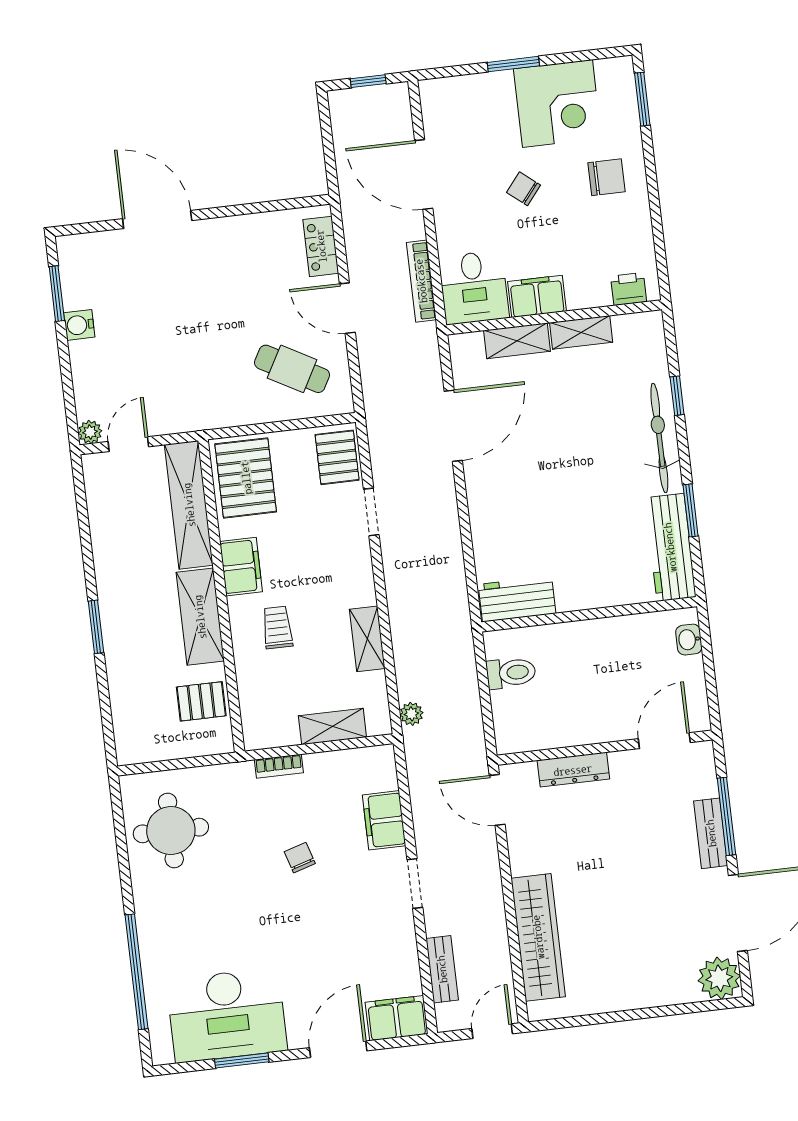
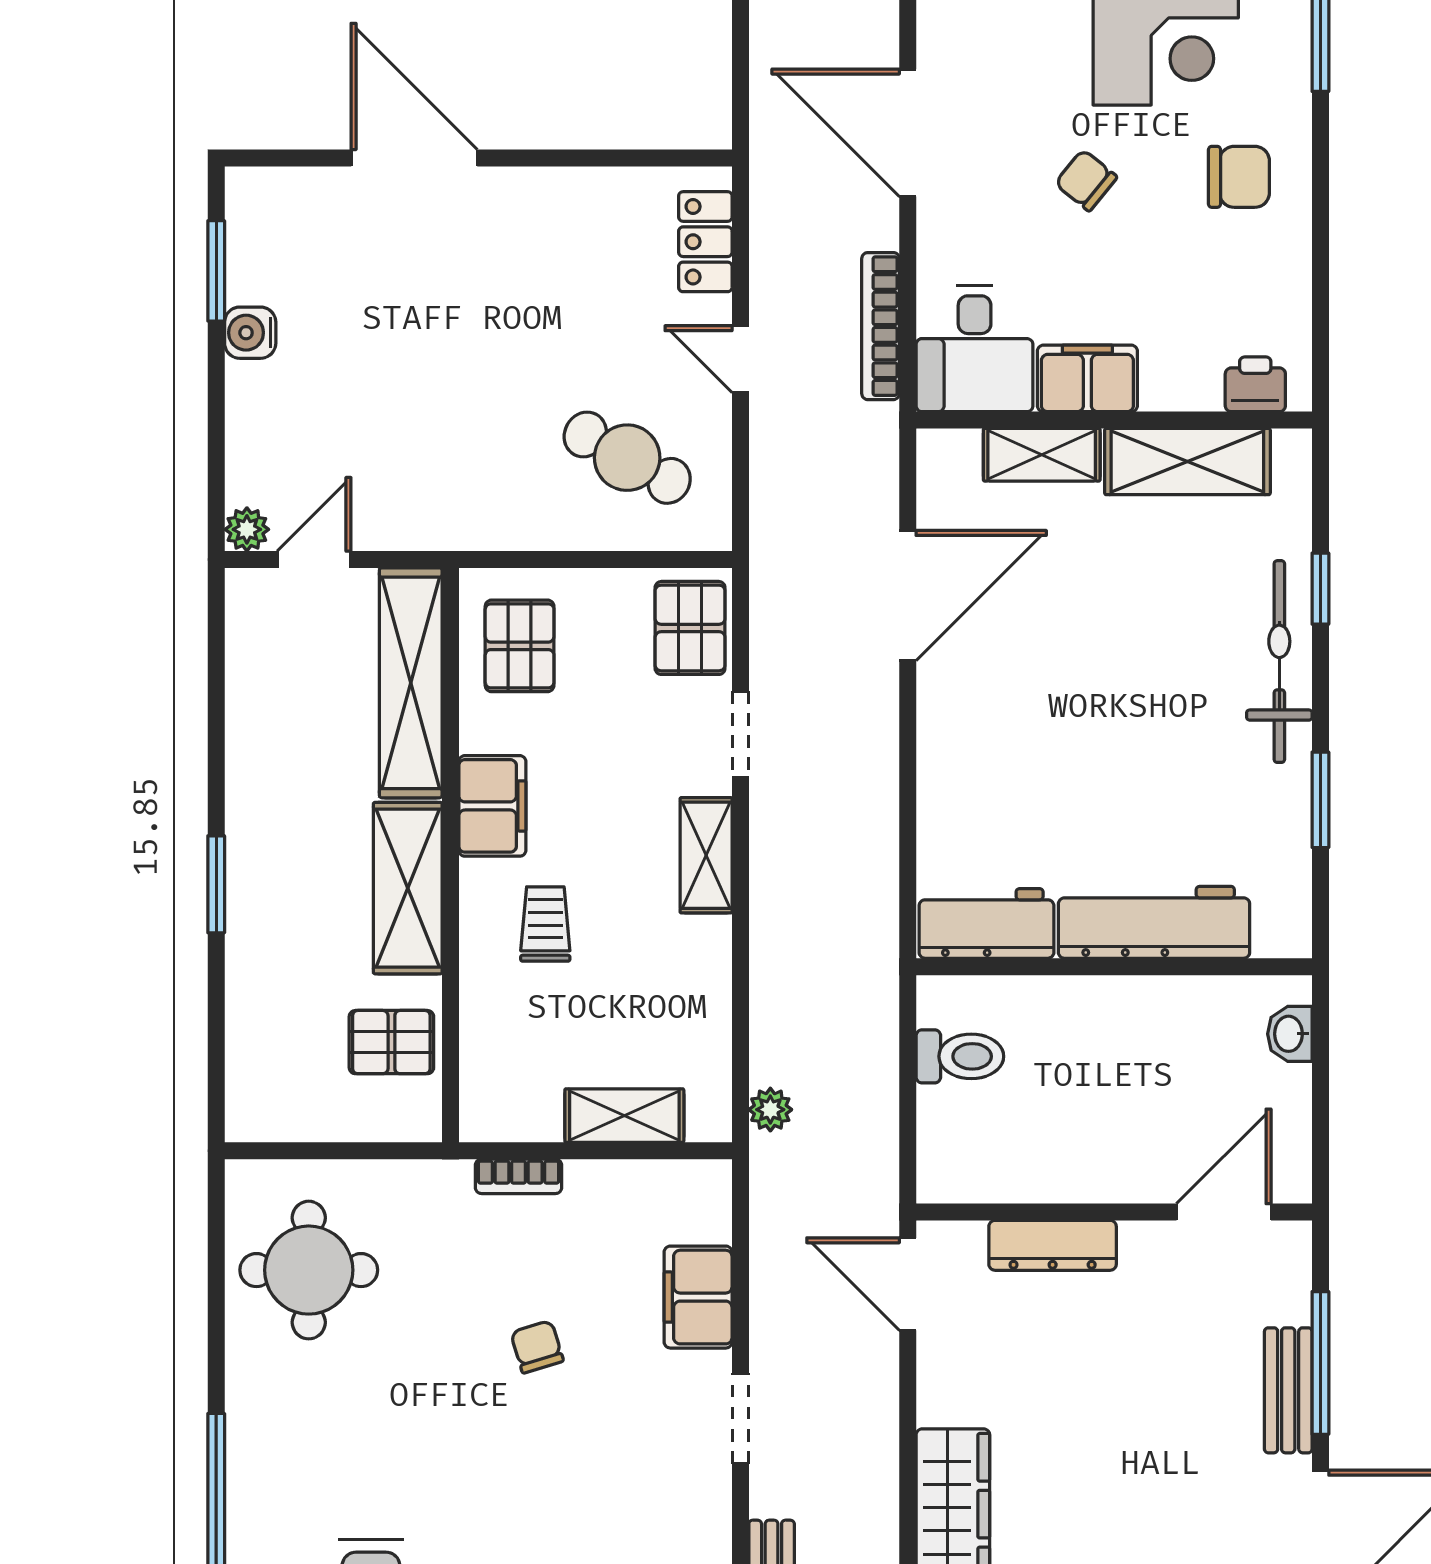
door: (347, 308) -> (740, 359), width x0.73
shelving: (581, 332) -> (1187, 462), width x1.50, depth x1.33
pallet: (246, 478) -> (520, 646), width x0.67, depth x0.71
workbench: (670, 547) -> (1154, 922), moved, turned 90
shelving: (367, 639) -> (706, 855), moved

